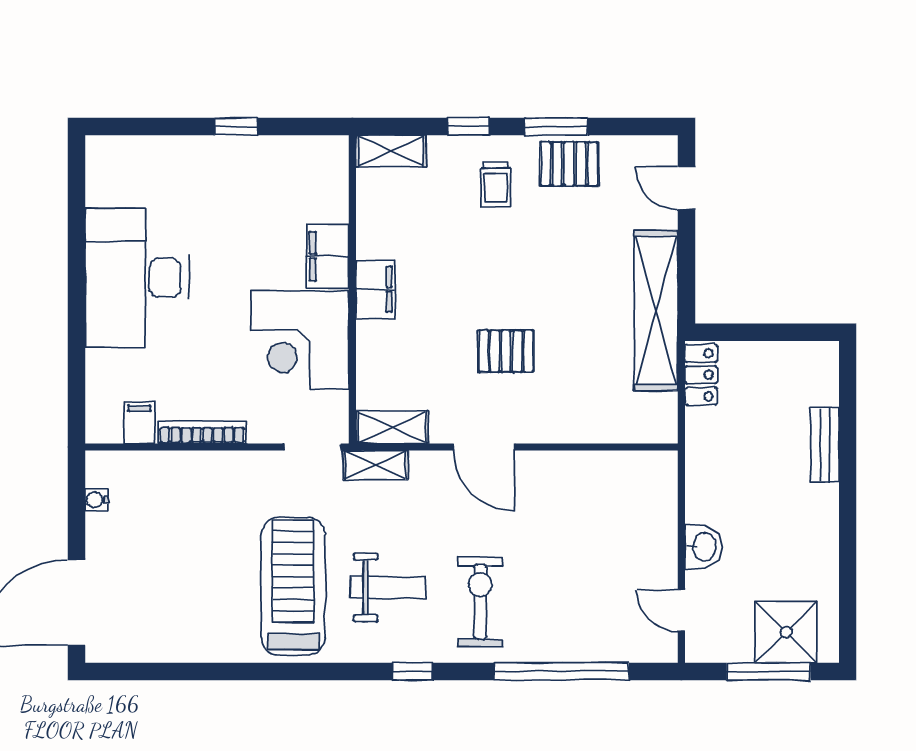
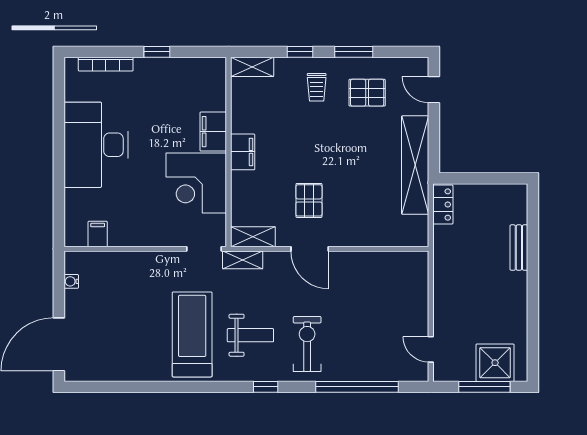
pallet: (569, 164) -> (367, 93), moved
pallet: (506, 351) -> (309, 200), moved, turned 90
bookcase: (202, 432) -> (106, 64), moved, turned 180
washbasin: (703, 547) -> (444, 310), removed

